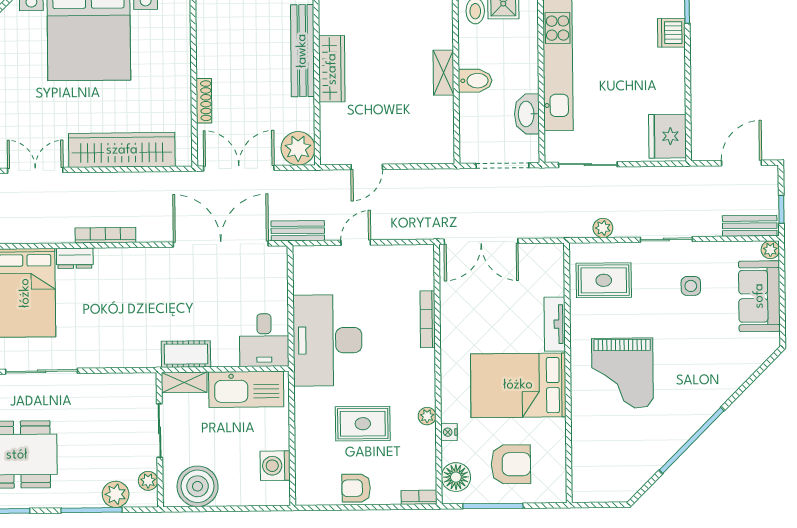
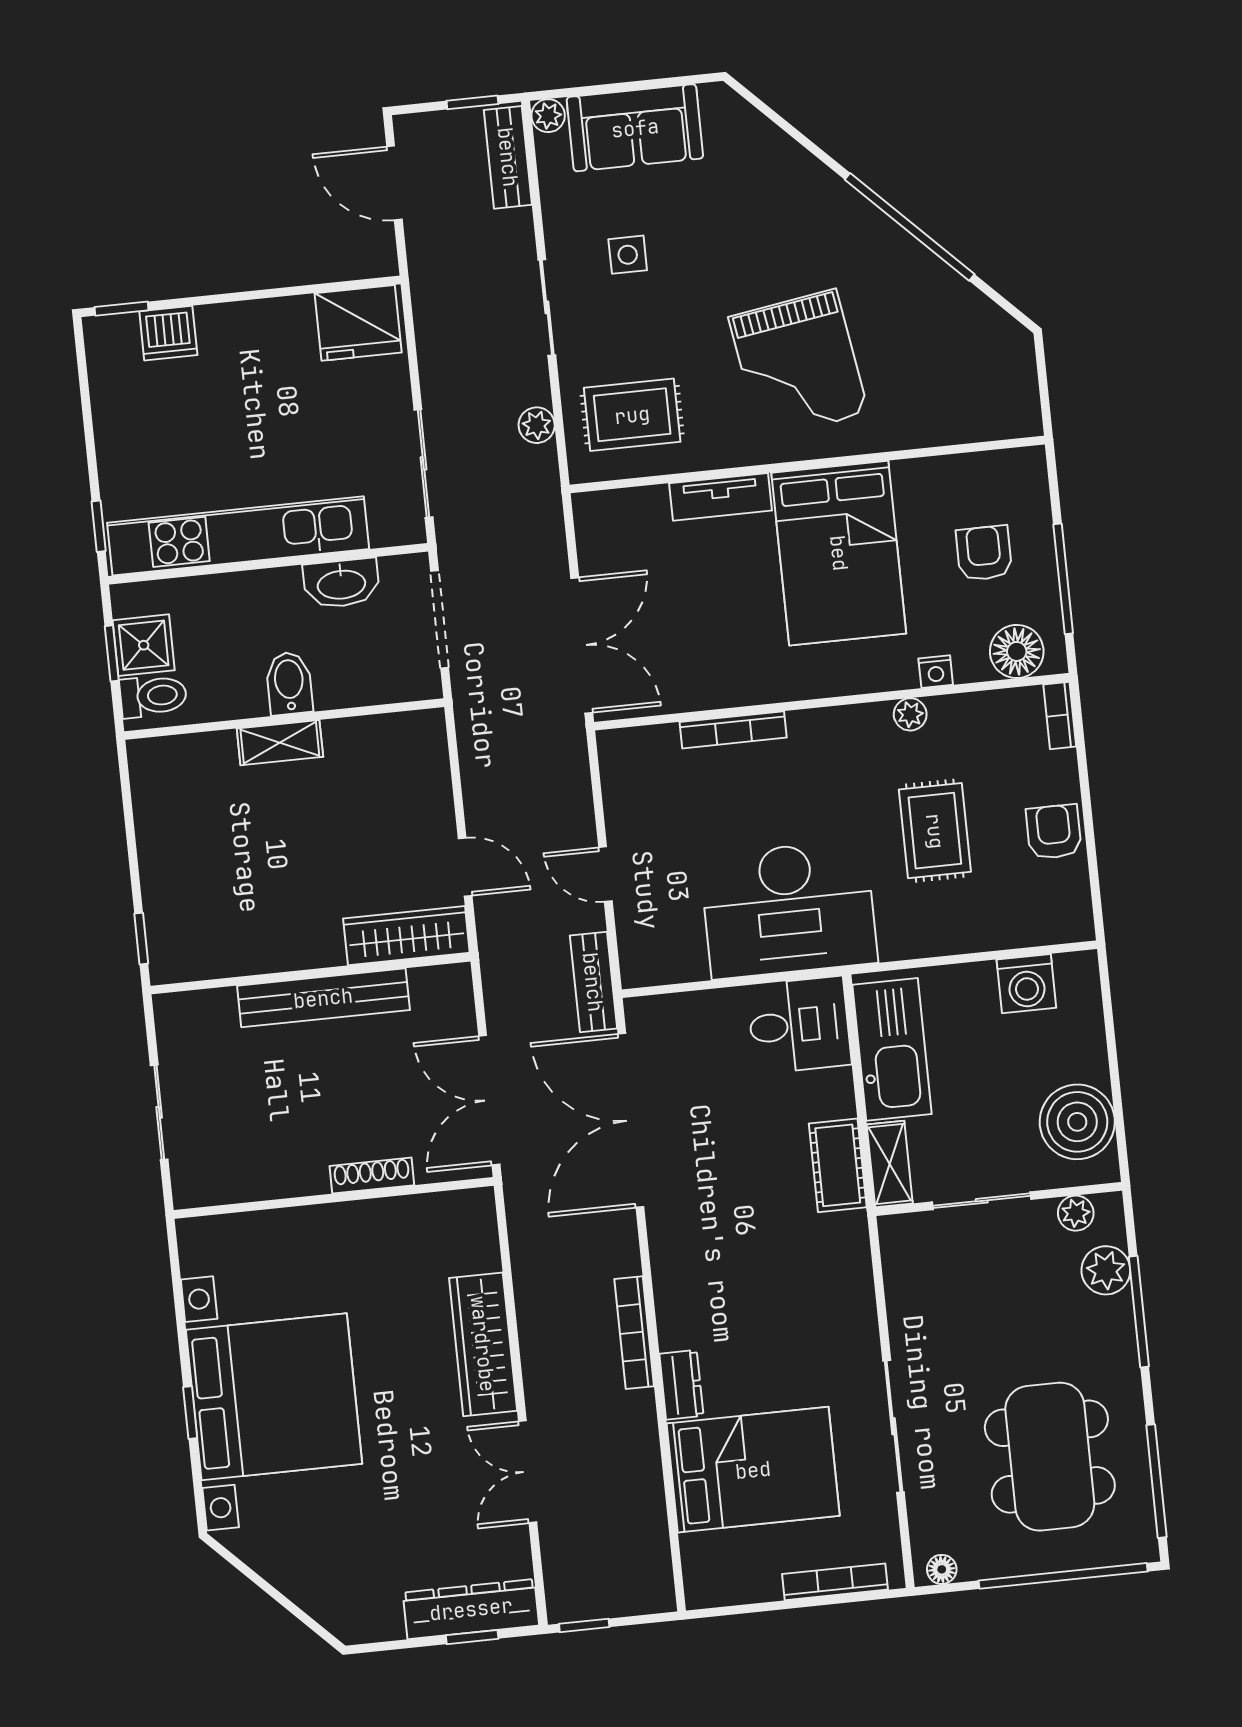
bench: (302, 51) -> (323, 998), moved
wardrobe: (332, 69) -> (406, 936), moved
plant: (298, 148) -> (443, 995), removed
wardrobe: (122, 150) -> (483, 1344), width x0.71, depth x0.85
rug: (604, 280) -> (632, 415), turned 90
grand piano: (622, 373) -> (799, 365), turned 81
armchair: (511, 464) -> (984, 553), width x0.72, depth x0.72
armchair: (356, 488) -> (1054, 832), turned 180

